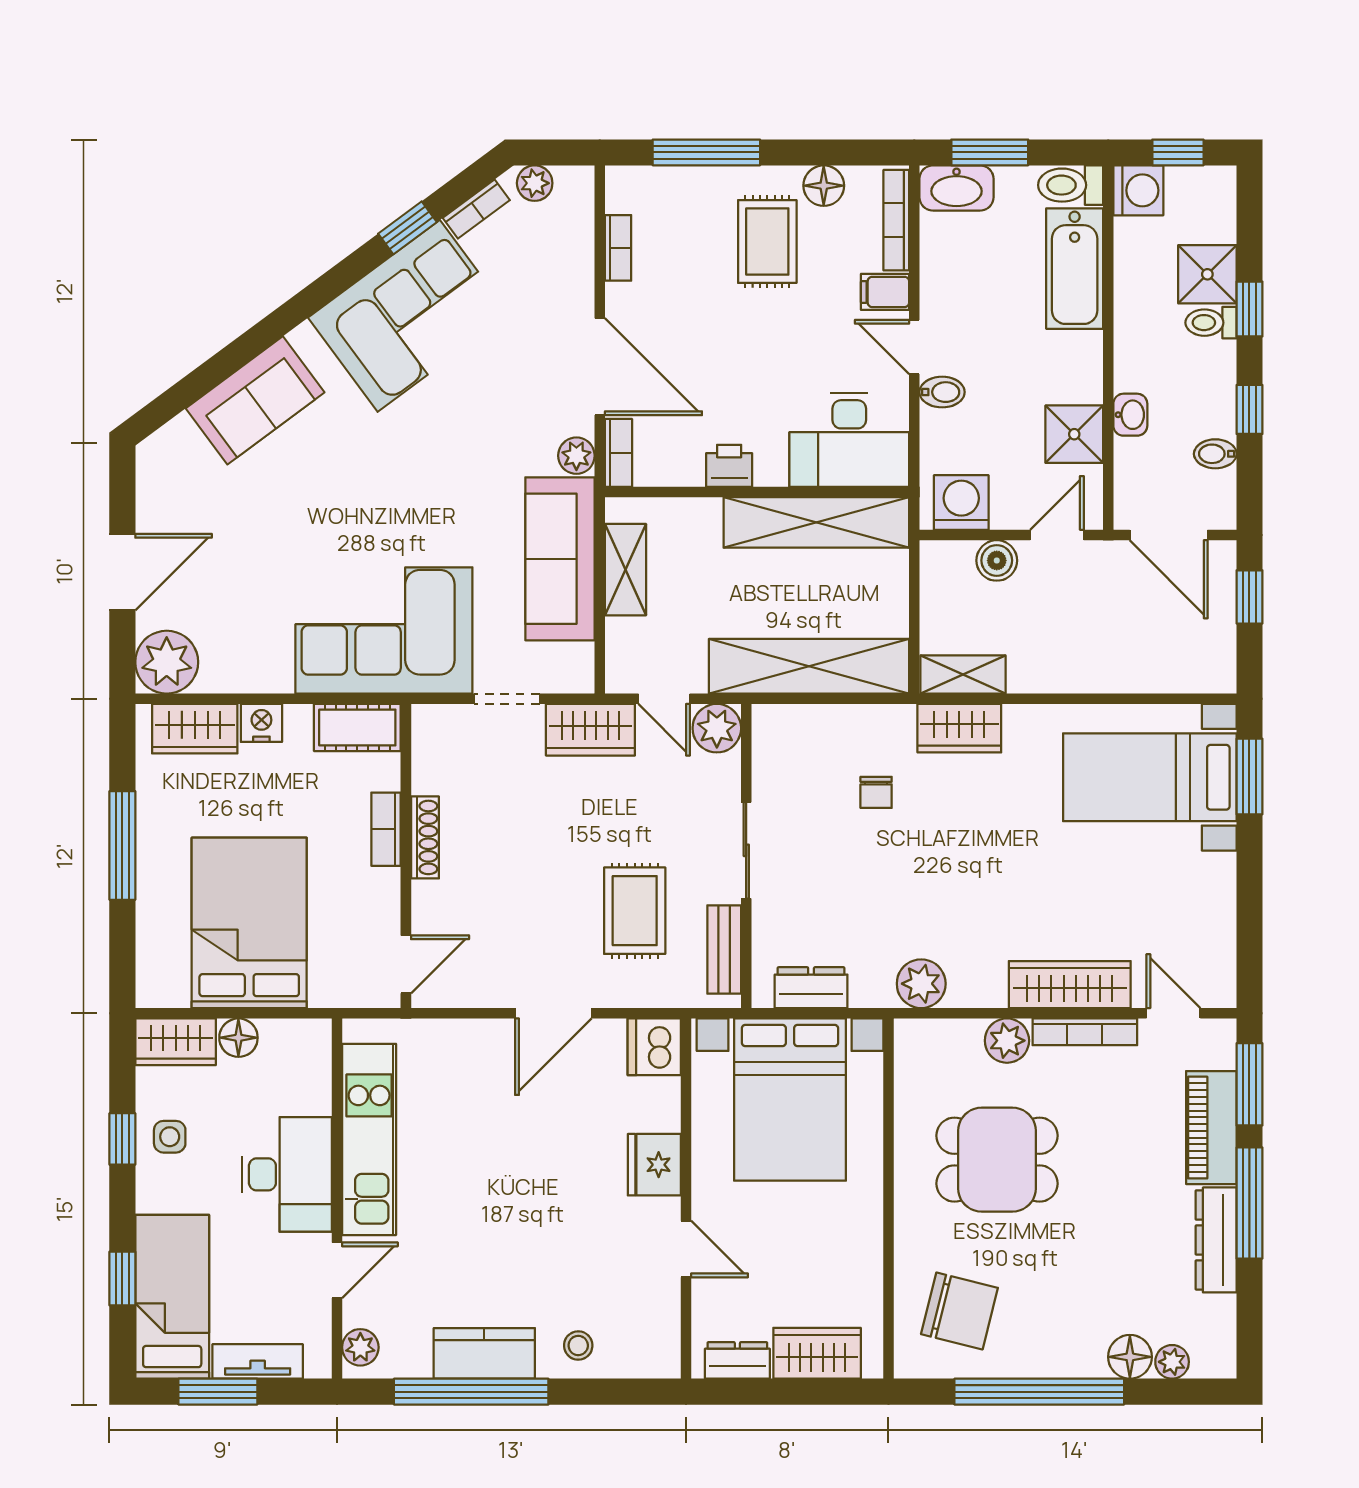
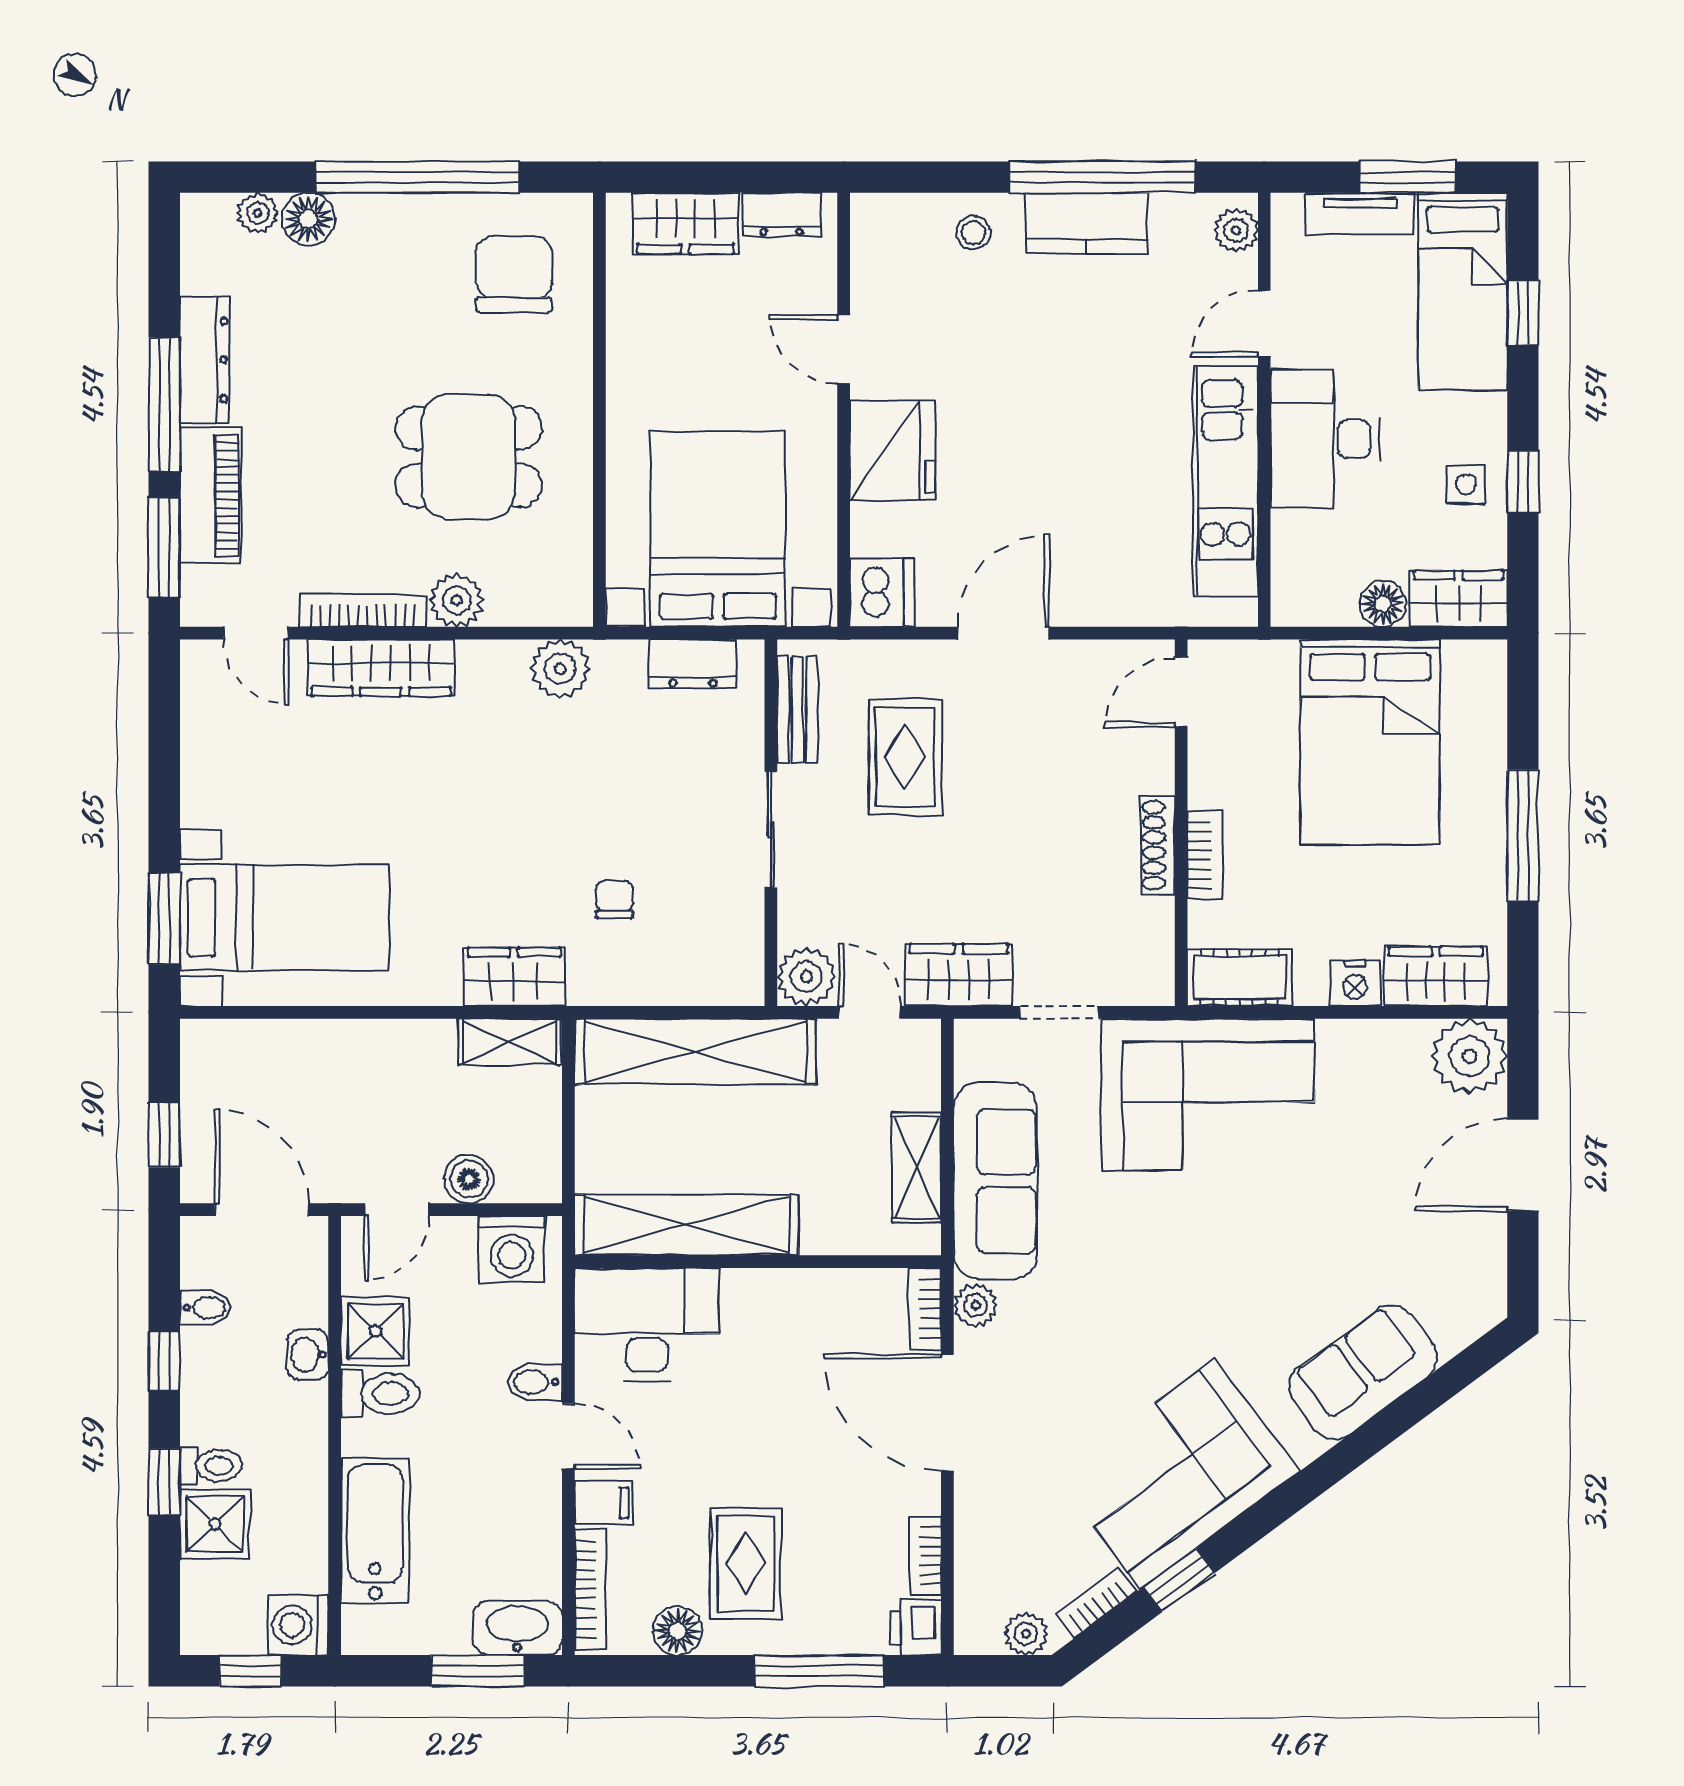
toilet: (1071, 185) -> (380, 1394), moved
printer: (729, 466) -> (916, 1627), moved, turned 90
fridge: (654, 1165) -> (892, 451), width x1.36, depth x1.34
chair: (959, 1311) -> (514, 274), turned 76

